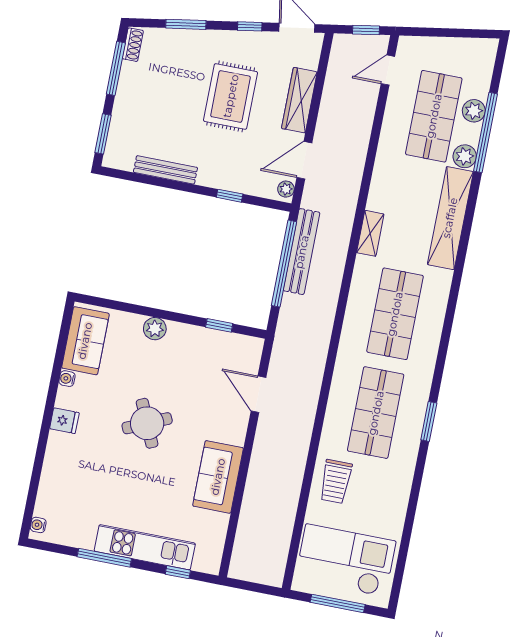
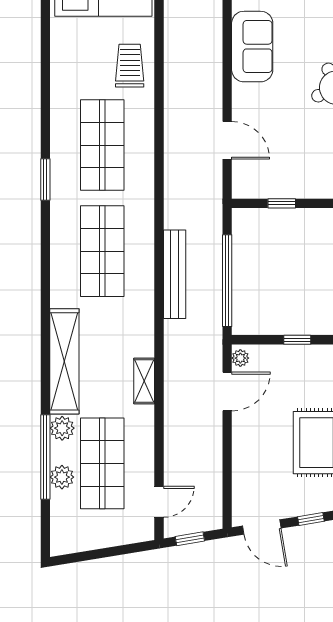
wardrobe: (299, 100) -> (244, 453), removed
shelving: (370, 233) -> (144, 381), moved
bench: (302, 252) -> (175, 274), moved
window: (429, 421) -> (45, 180), moved

